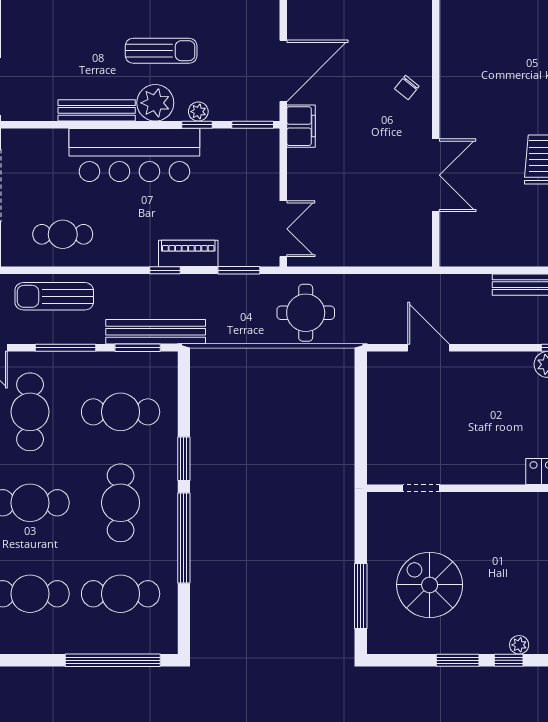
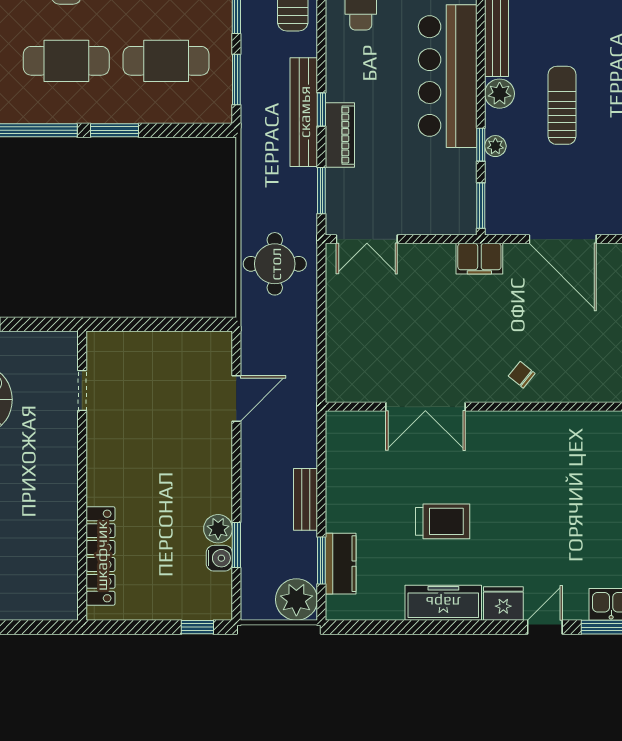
sun lounger: (161, 51) -> (562, 105), turned 180
door: (283, 71) -> (563, 239), moved
plant: (155, 103) -> (500, 94), width x0.73, depth x0.73
bench: (156, 332) -> (304, 112), moved
cafe table: (121, 412) -> (166, 61), turned 90

